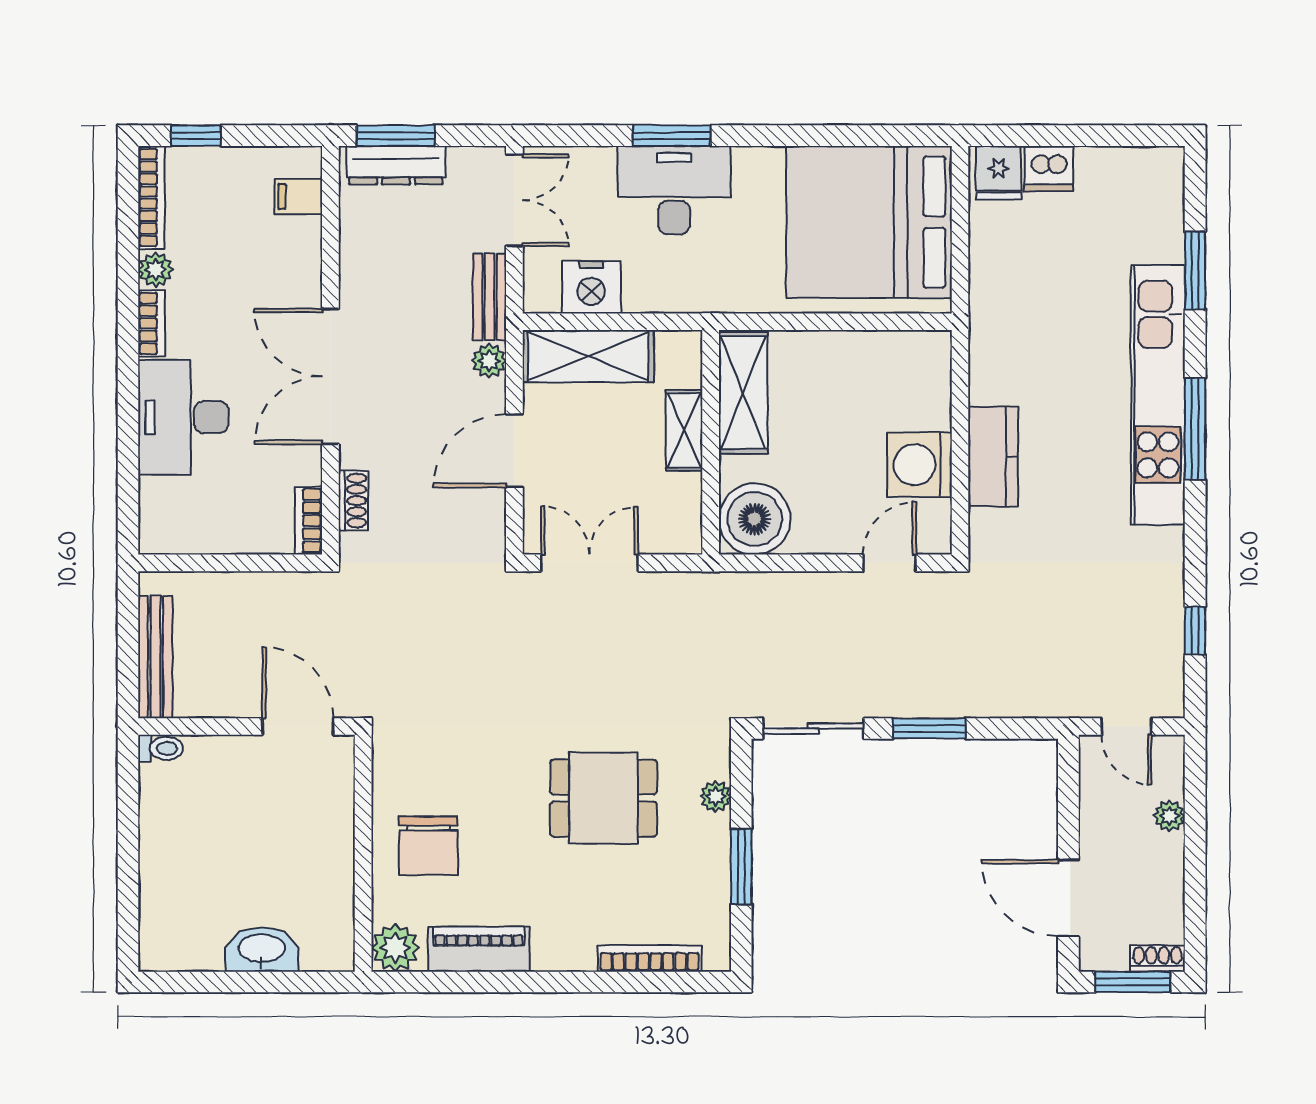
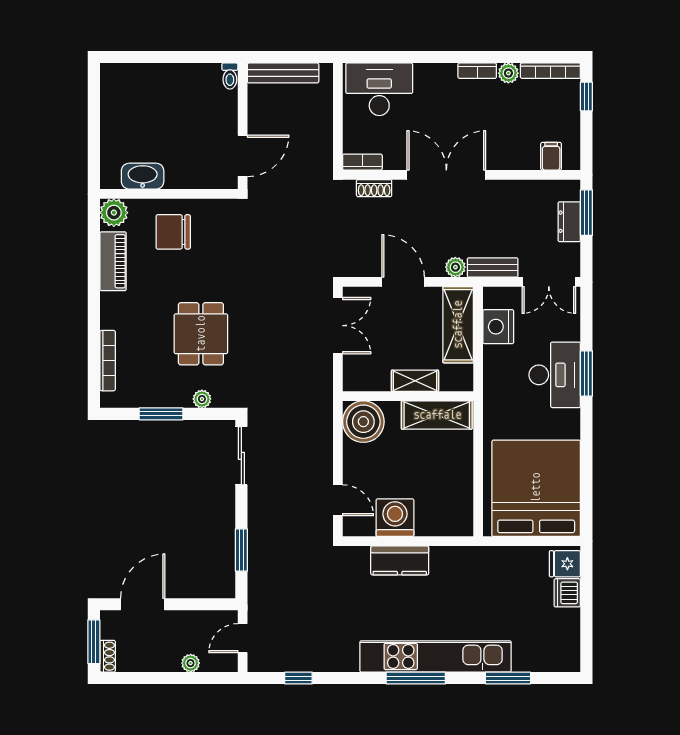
dresser: (396, 165) -> (569, 222), width x0.70
desk: (183, 417) -> (379, 89), moved
window: (929, 728) -> (241, 550), moved
washbasin: (262, 949) -> (143, 176), moved, turned -90

